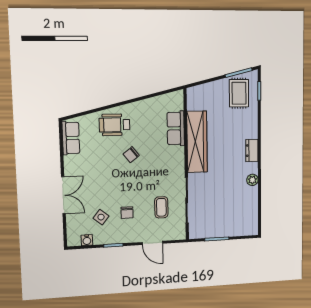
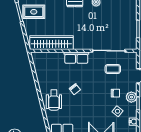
row of seats: (176, 128) -> (76, 58), moved
wardrobe: (197, 142) -> (51, 43), moved
plant: (122, 236) -> (131, 97), added

